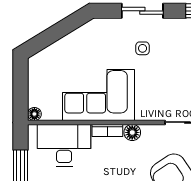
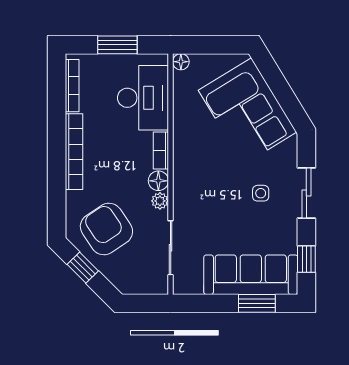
corner sofa: (98, 95) -> (247, 111), moved, turned 149
plant: (149, 131) -> (160, 201), added

